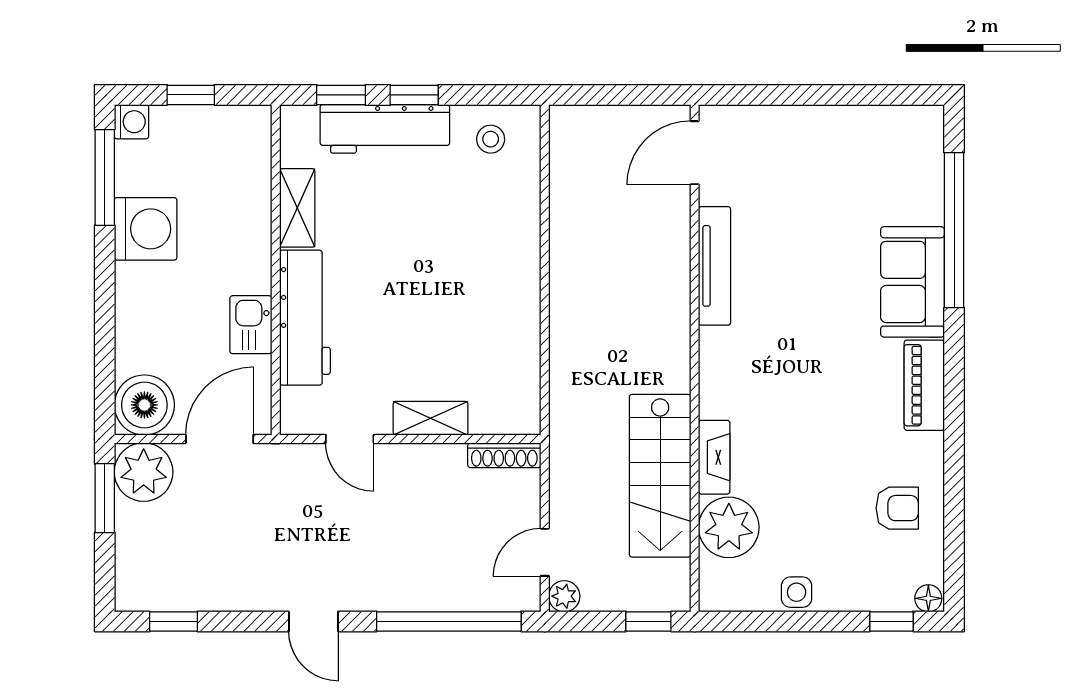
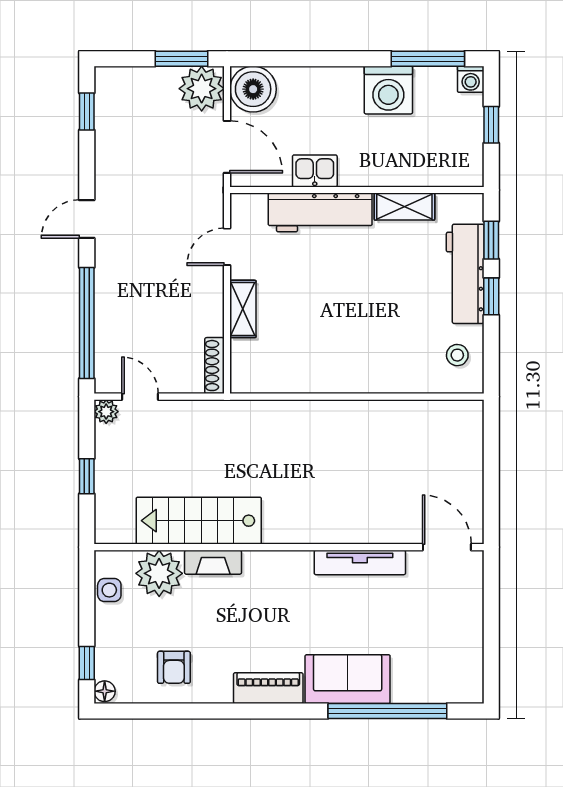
door: (695, 153) -> (447, 547), moved
tv unit: (715, 266) -> (360, 562), moved
wall: (695, 358) -> (289, 547), moved
fireplace: (714, 457) -> (213, 562), moved
stairs: (660, 476) -> (199, 521), moved
plant: (729, 527) -> (159, 573), moved

